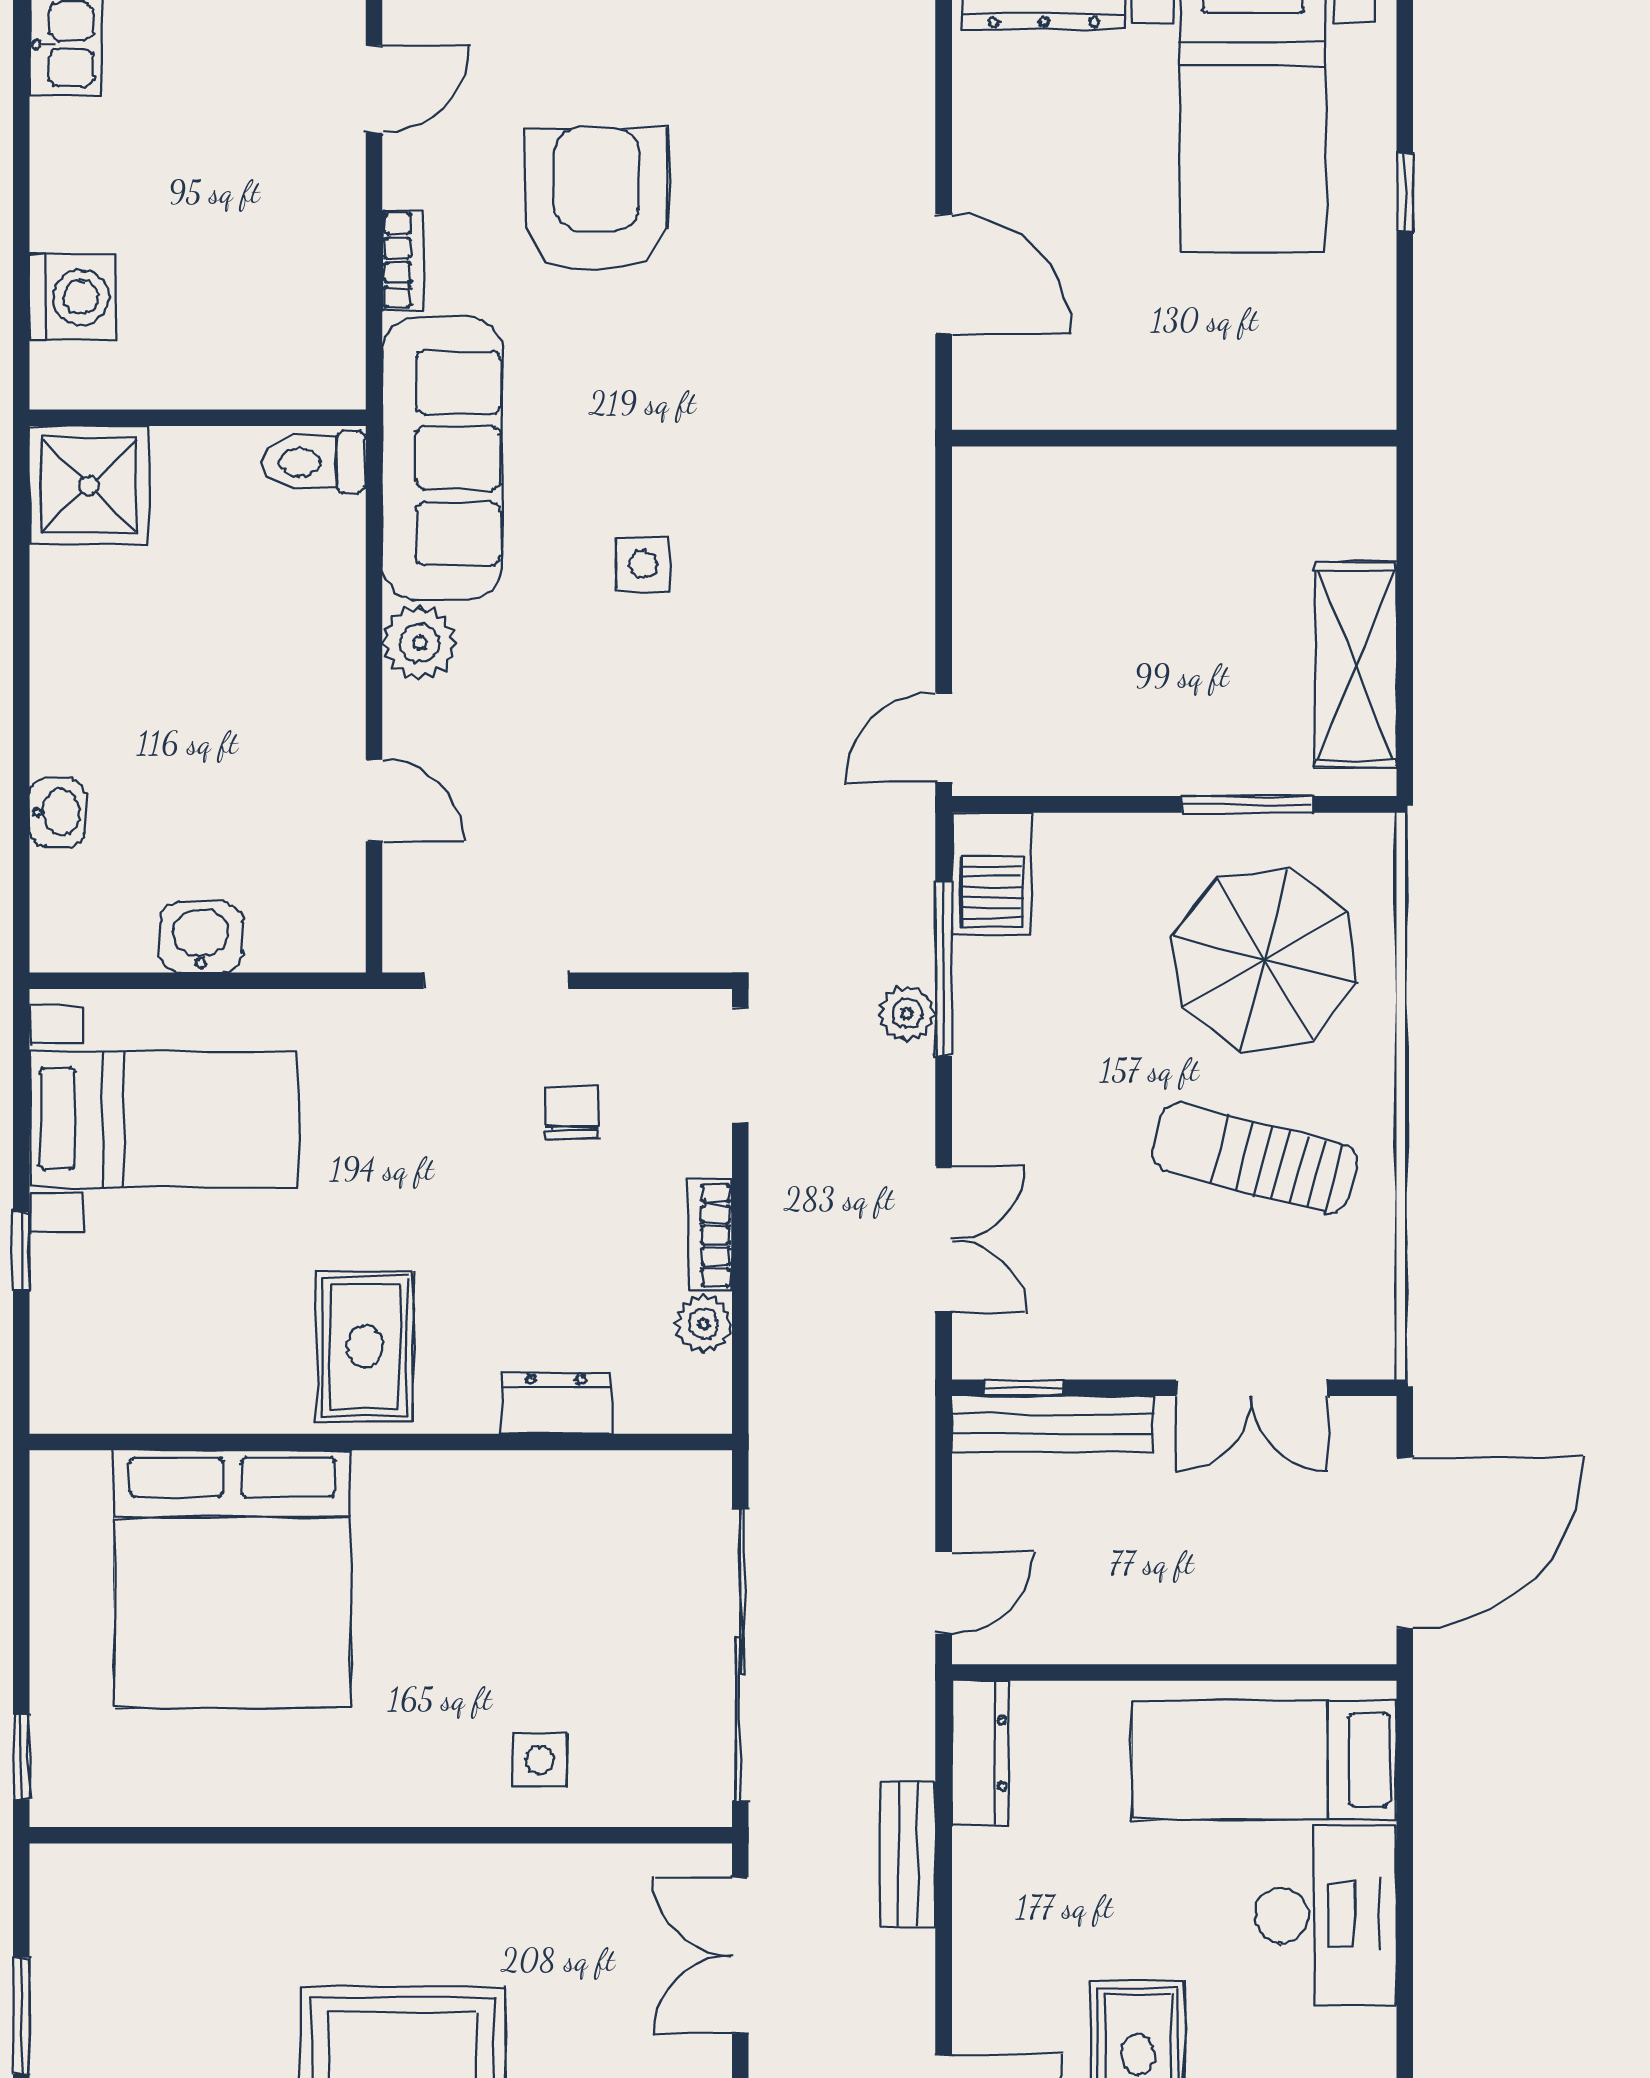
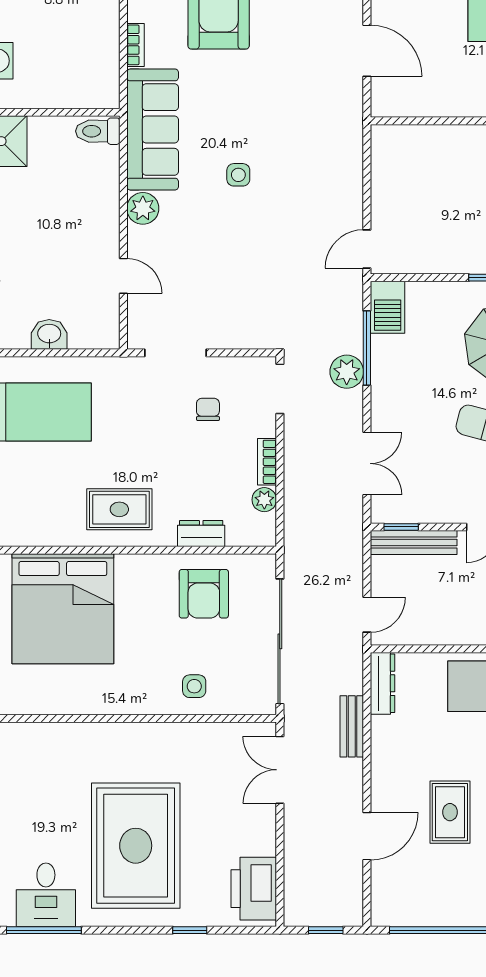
plant: (907, 1014) -> (347, 372), width x1.38, depth x1.38
rug: (365, 1346) -> (119, 509), turned 90
armchair: (562, 1544) -> (204, 594), added

